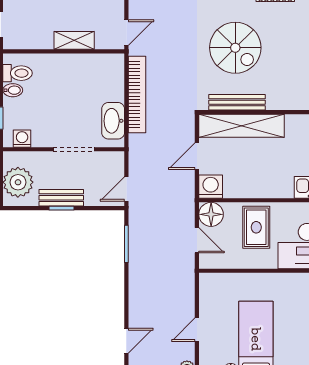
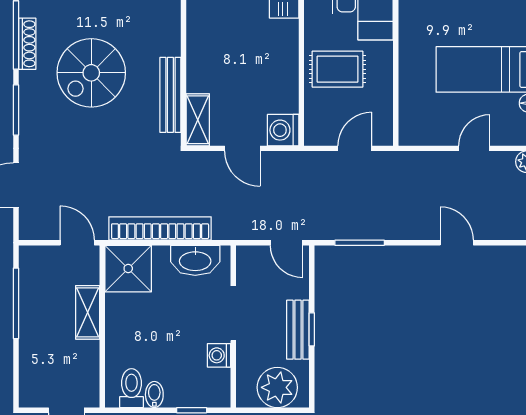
spiral stairs: (235, 48) -> (91, 73), moved, turned 180
shower: (107, 71) -> (128, 269), added
shelving: (242, 126) -> (198, 120), width x0.45, depth x0.75
washing machine: (22, 139) -> (219, 355), moved
floor lamp: (211, 214) -> (320, 129), removed
door: (197, 330) -> (474, 148), swing flipped
door: (126, 341) -> (457, 243), moved

